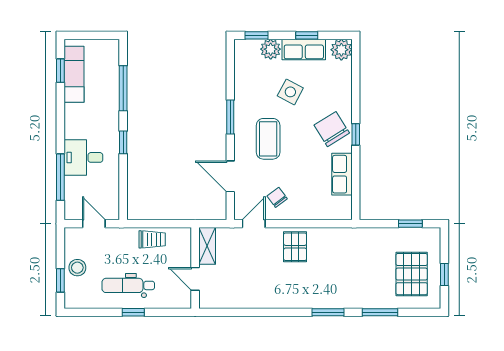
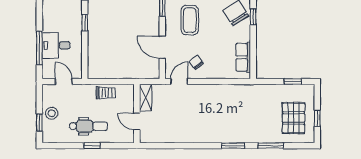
desk: (83, 157) -> (56, 45), moved
row of seats: (342, 174) -> (243, 57), moved
pallet: (295, 247) -> (209, 98), removed
dental chair: (128, 285) -> (88, 126), turned 180

